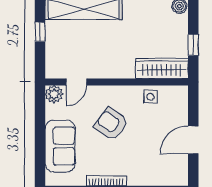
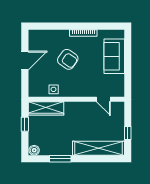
door: (76, 82) -> (103, 99), swing flipped
plant: (54, 94) -> (118, 91), removed
armchair: (111, 124) -> (68, 59), moved

